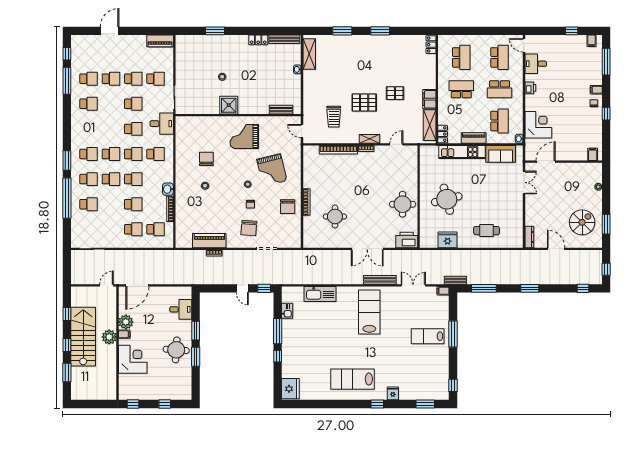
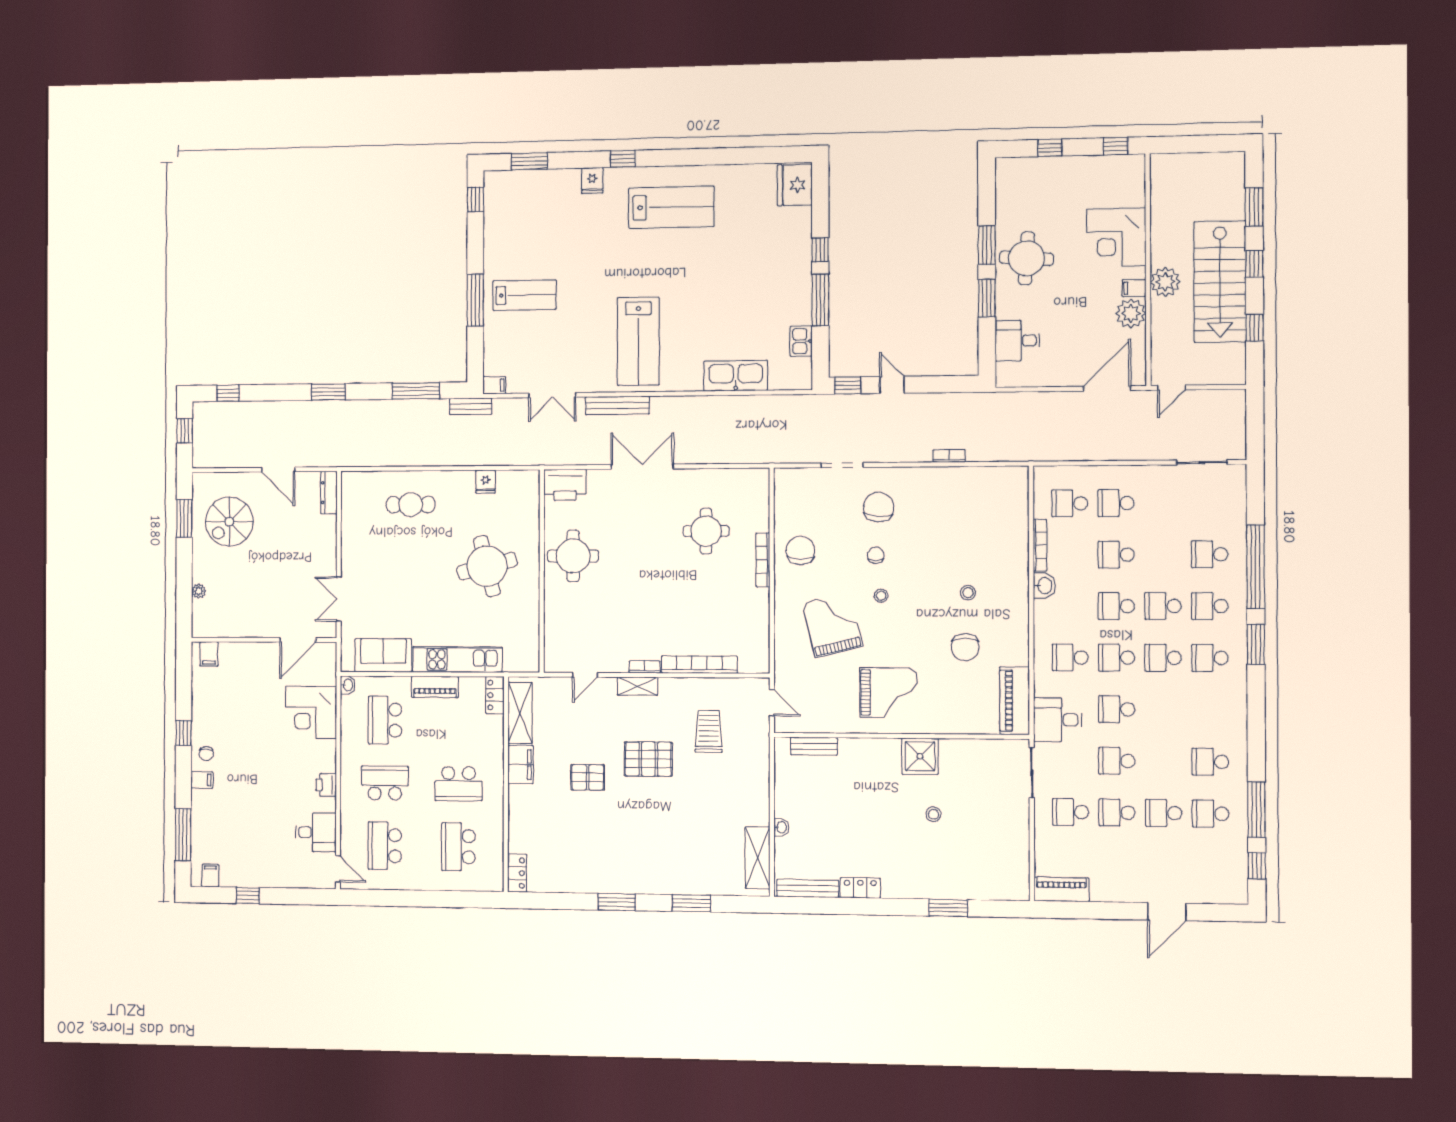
fridge: (448, 240) -> (486, 482), width x0.53, depth x0.75
piano: (209, 241) -> (1015, 701), moved, turned 90

